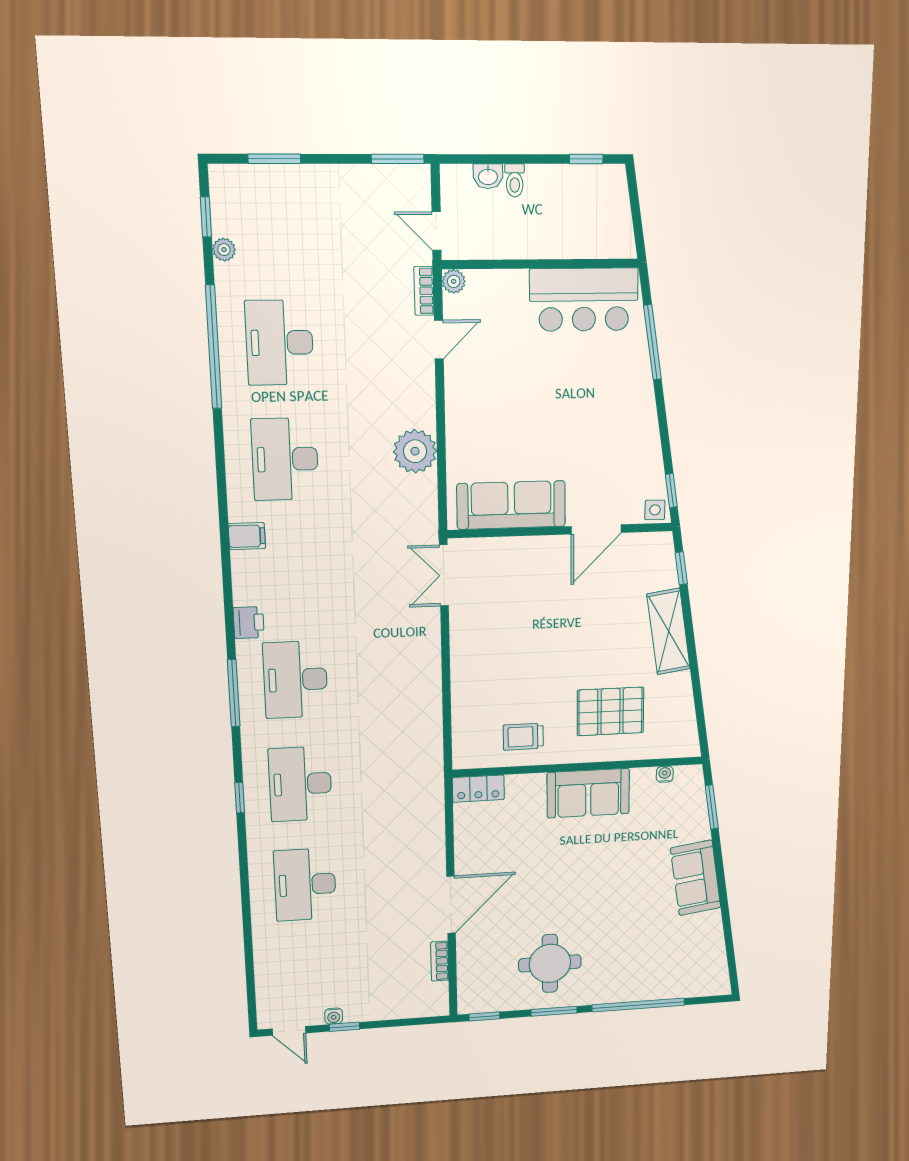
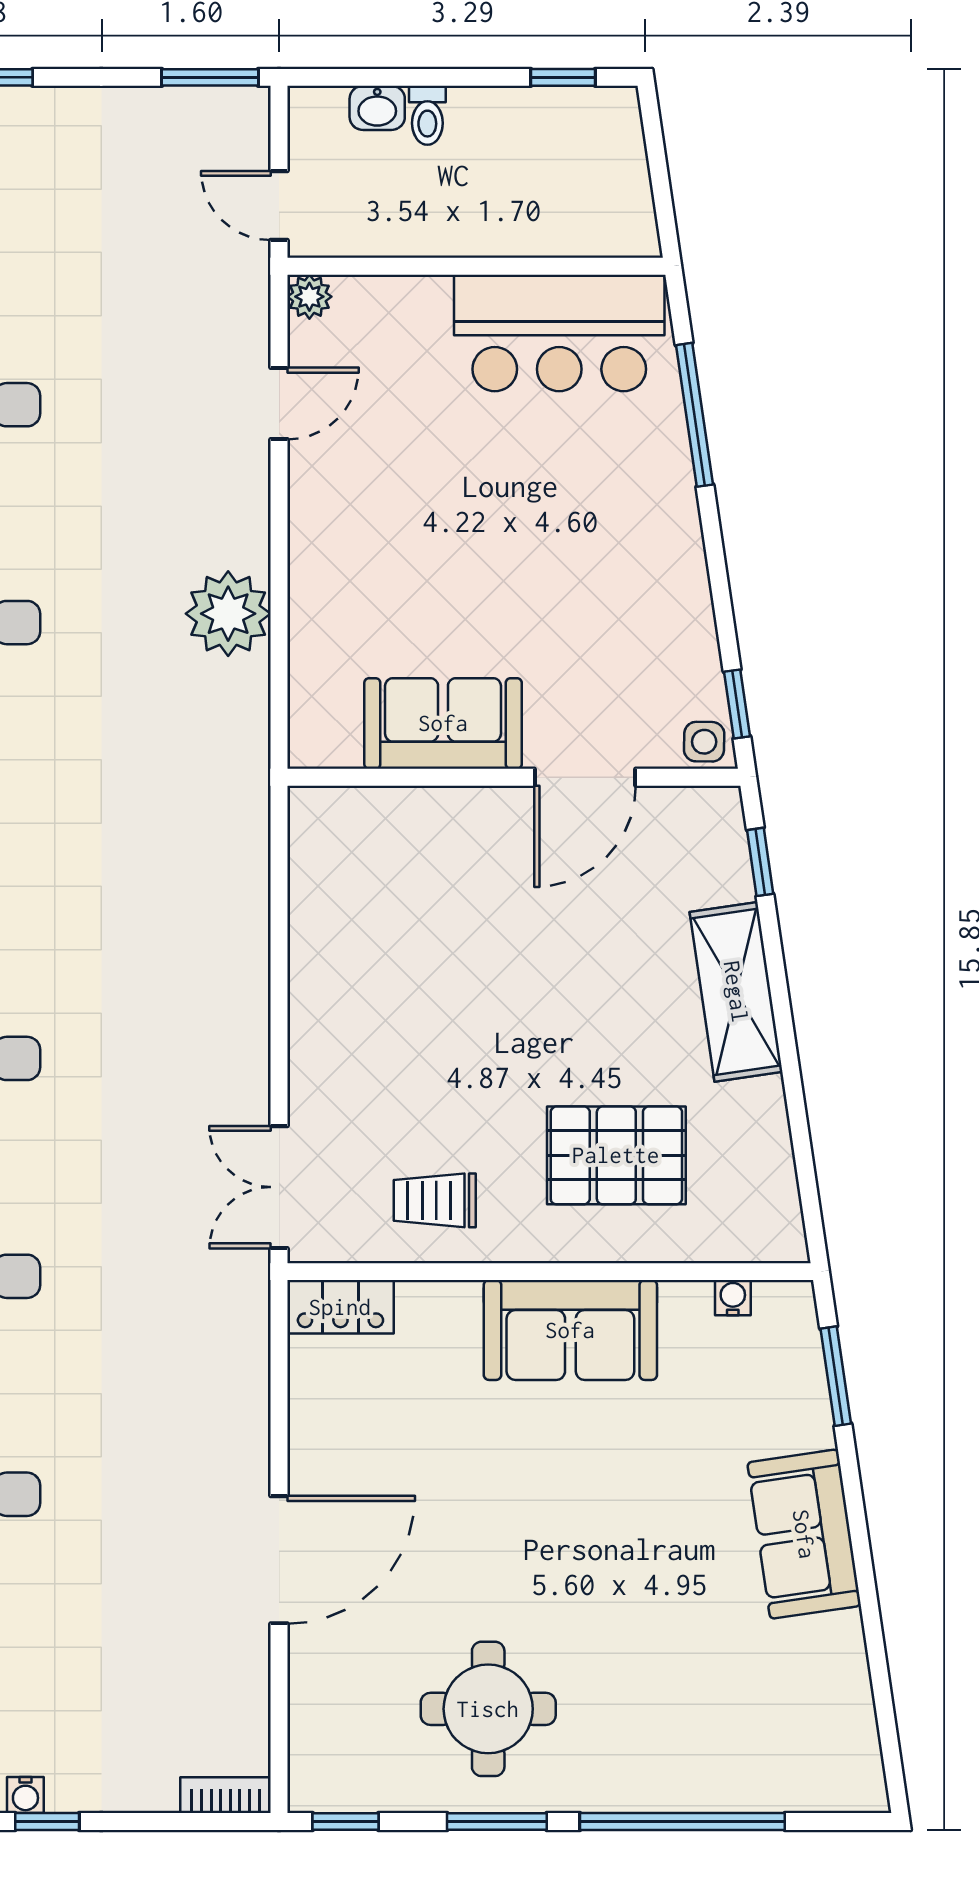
bookcase: (424, 291) -> (253, 313), removed
sofa: (511, 505) -> (443, 723), width x0.73
double door: (444, 575) -> (279, 1187), moved
bookcase: (440, 961) -> (225, 1795), moved, turned 90

